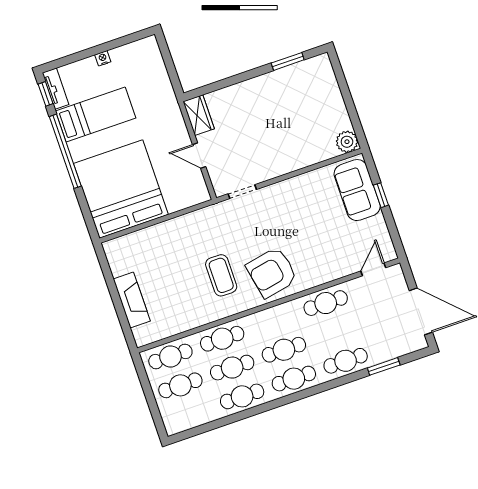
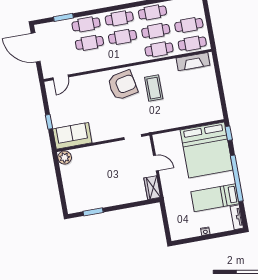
window: (46, 94) -> (229, 133), moved
sofa: (357, 190) -> (72, 136), moved, turned -90
fireplace: (132, 300) -> (193, 62), moved, turned -90
cafe table: (326, 303) -> (89, 43), moved

